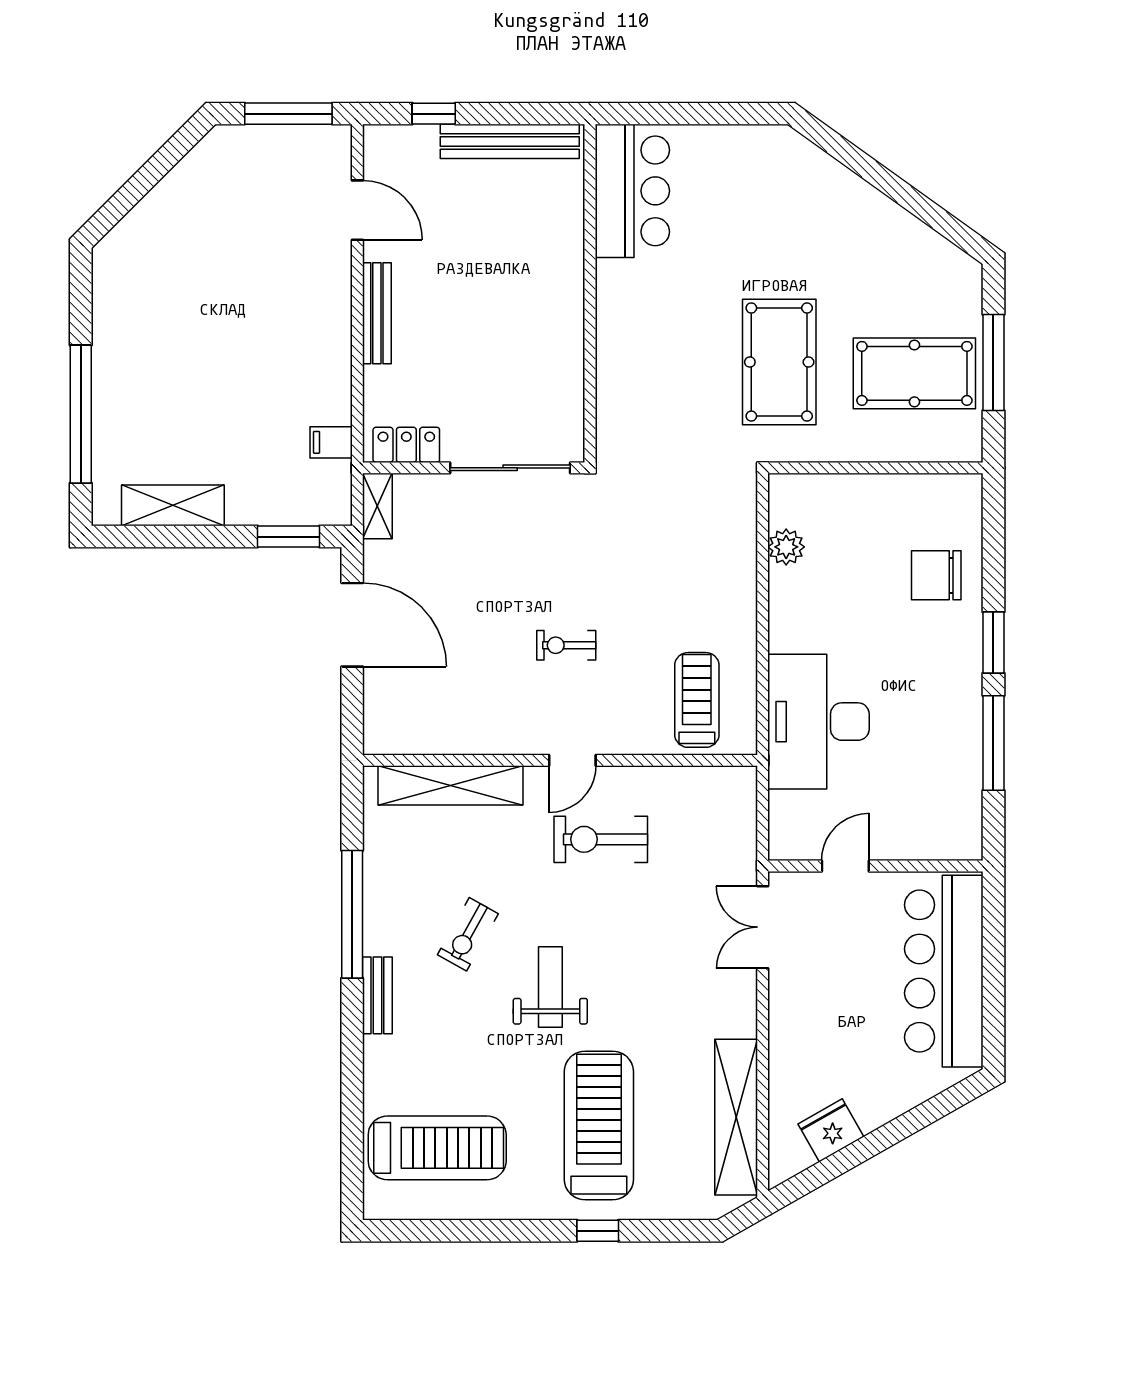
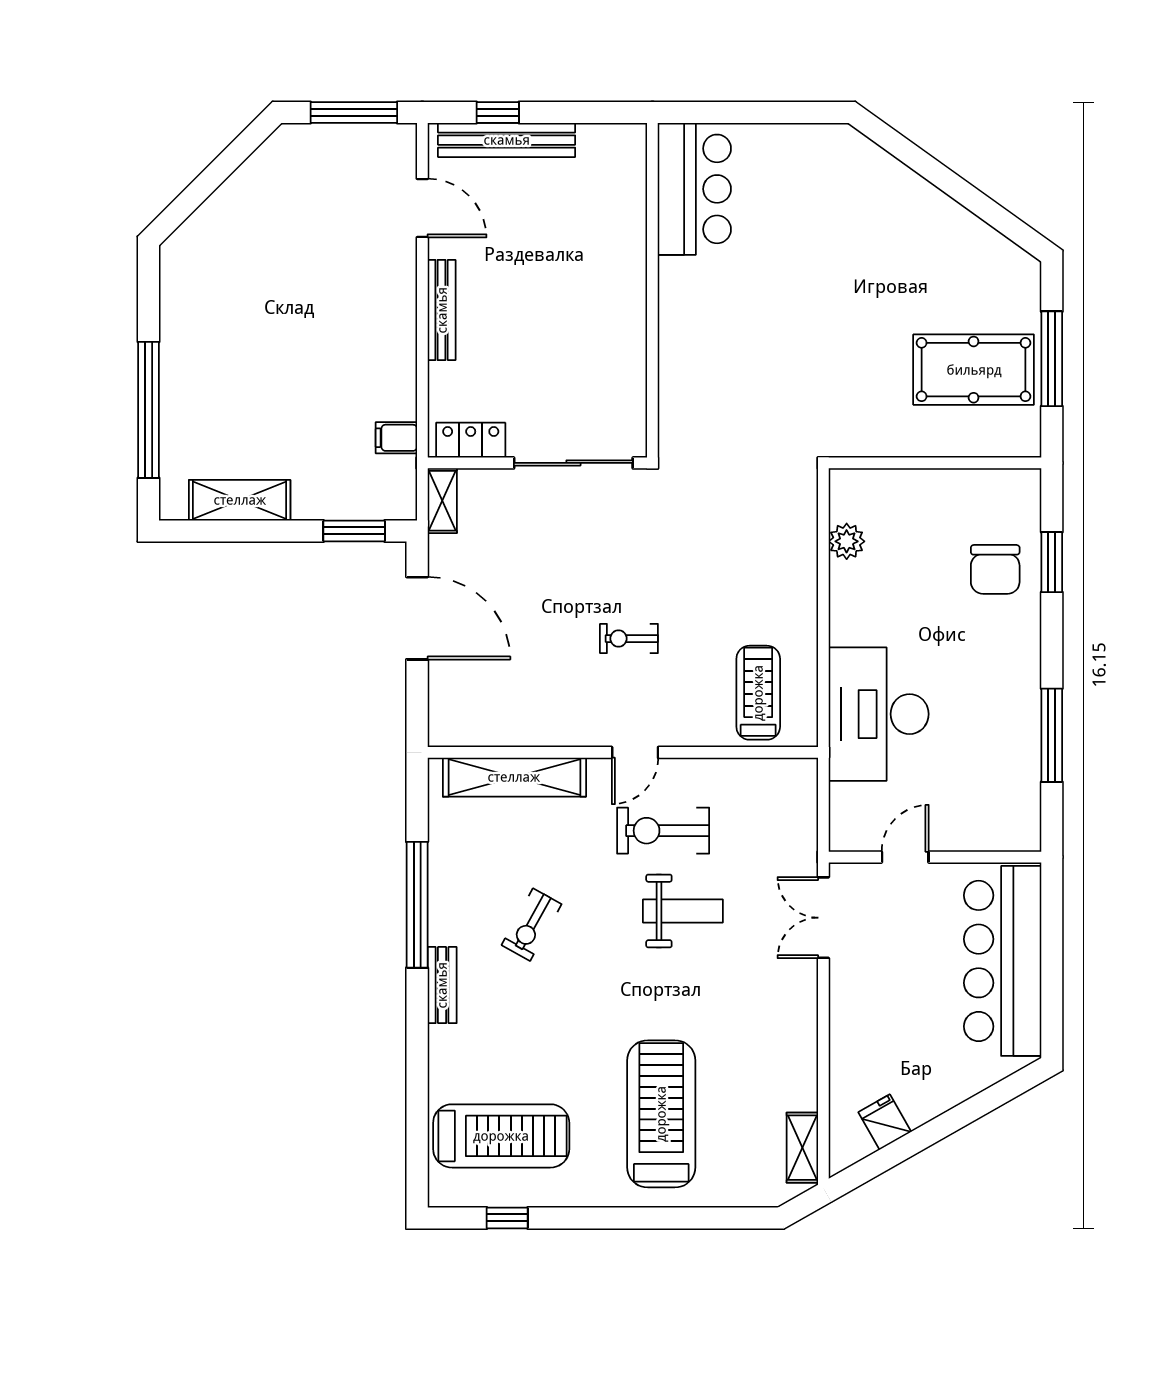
bench: (510, 141) -> (507, 140), moved
pool table: (779, 362) -> (840, 358), removed
chair: (936, 575) -> (995, 569), turned -90
window: (993, 642) -> (1052, 562), moved
weight bench: (550, 987) -> (683, 911), moved, turned 90
shelving: (736, 1117) -> (802, 1148), width x0.45, depth x0.75
fridge: (831, 1130) -> (885, 1122), width x0.72
window: (598, 1231) -> (507, 1218), moved

